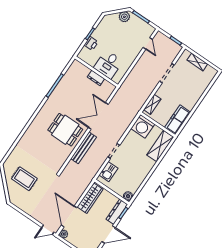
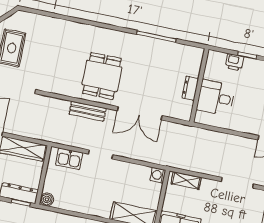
double door: (98, 116) -> (140, 113), swing flipped
washing machine: (143, 126) -> (158, 175), width x0.53, depth x0.53
bench: (84, 148) -> (88, 111), width x0.73

